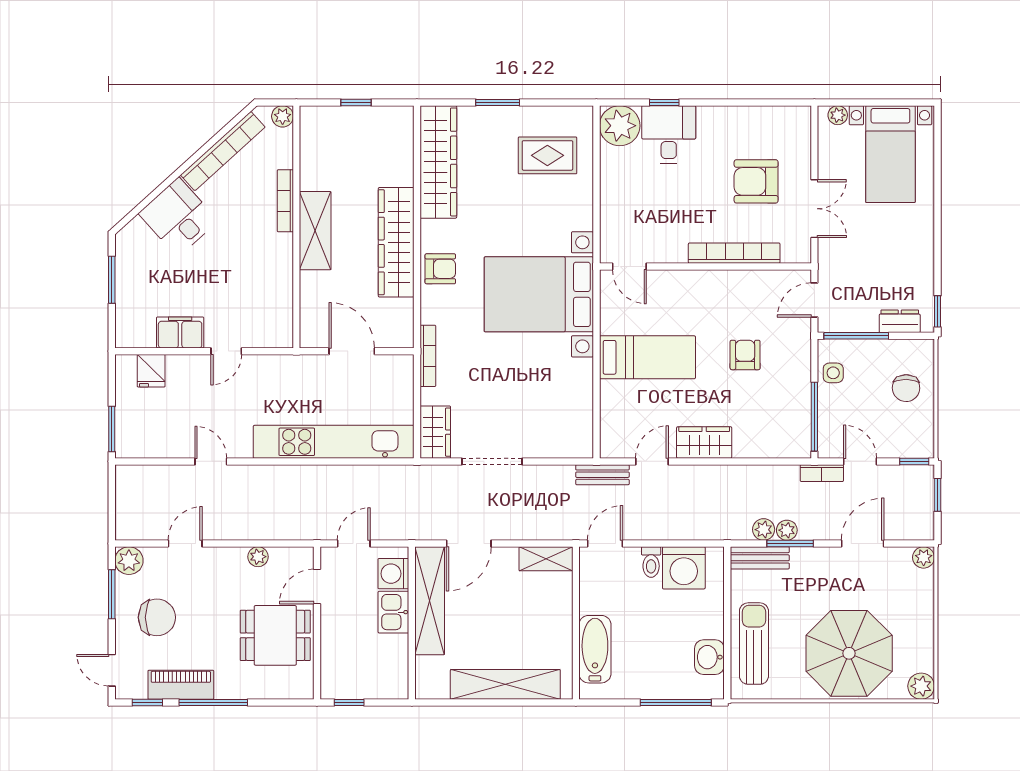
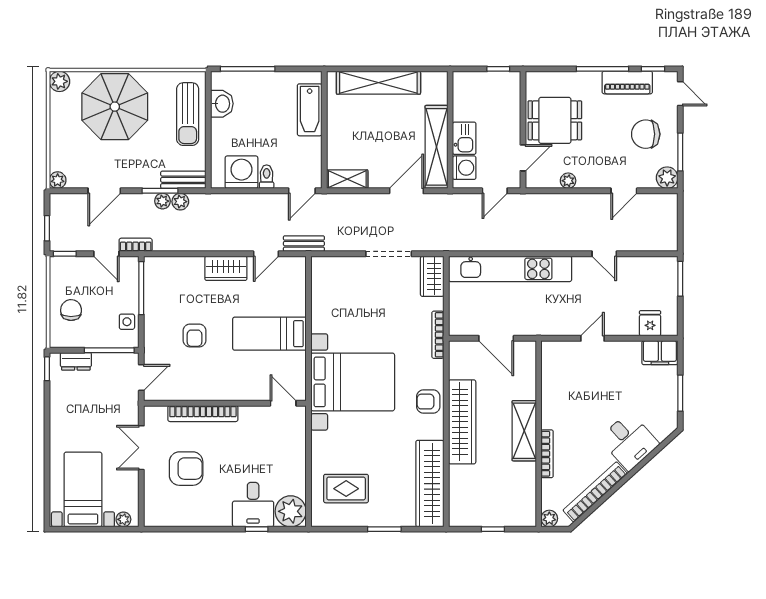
filing cabinet: (180, 332) -> (660, 353), moved

